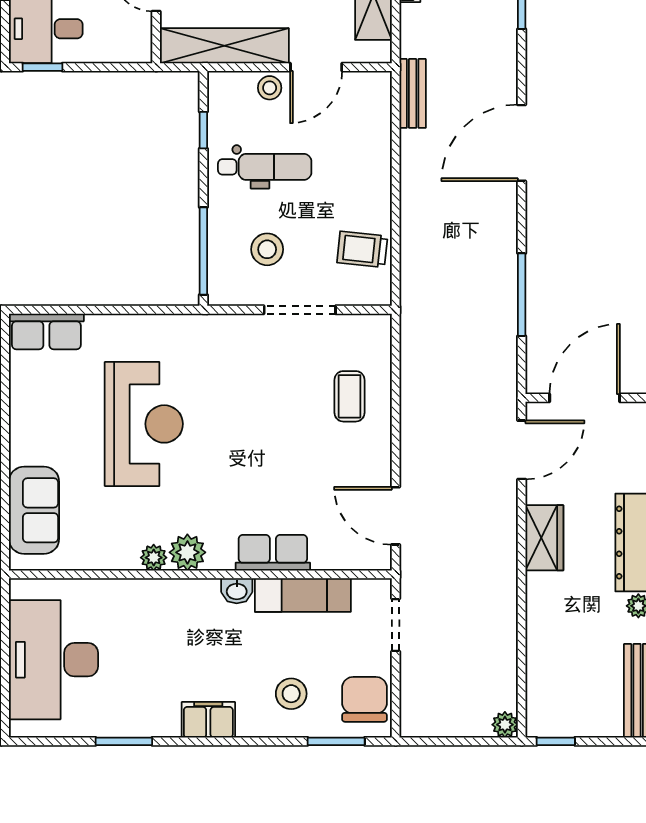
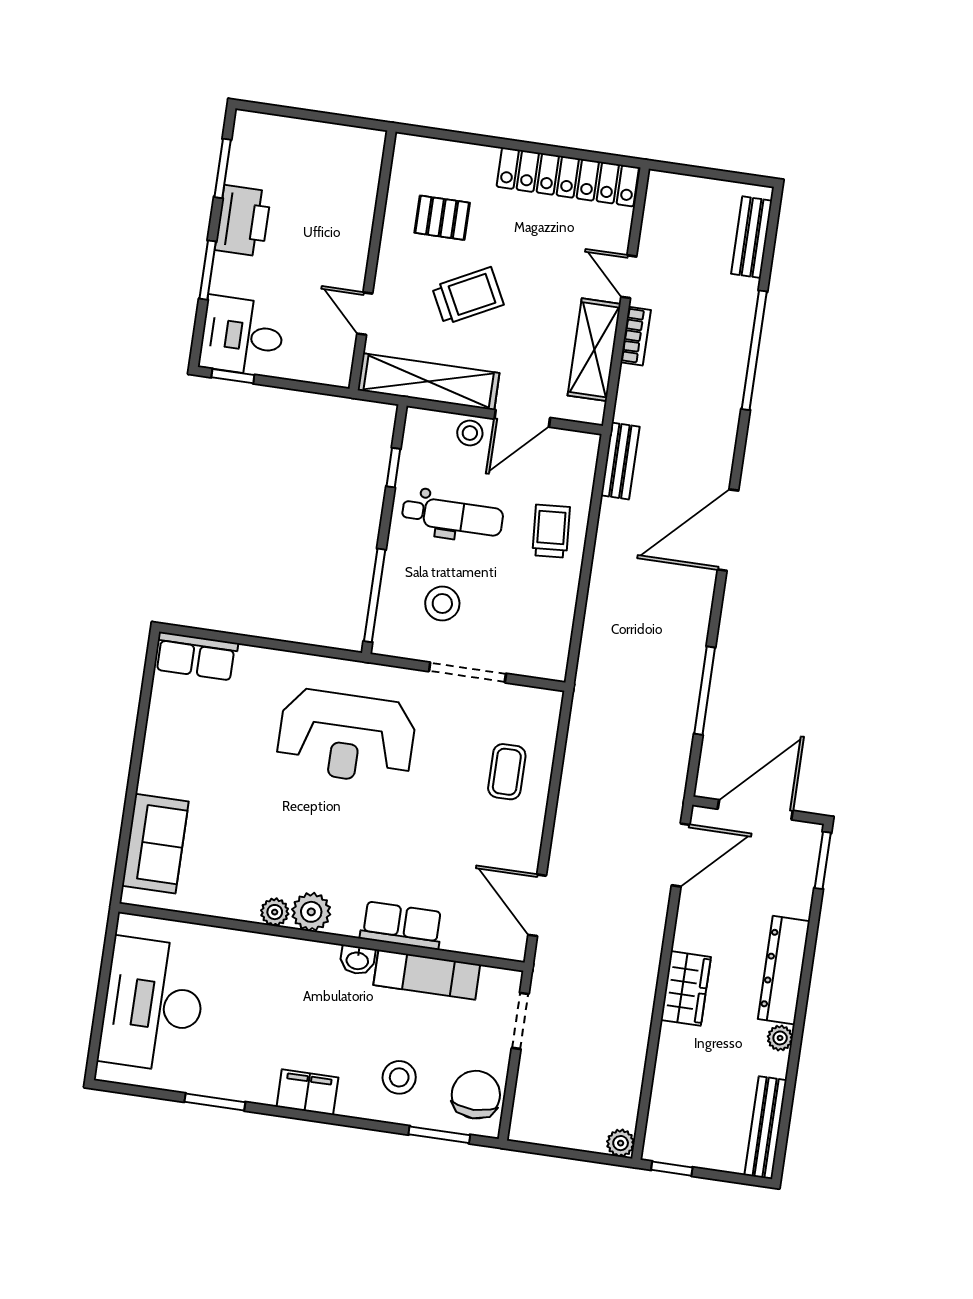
trolley: (362, 249) -> (551, 531), moved, turned 80
reception desk: (144, 424) -> (346, 737), moved, turned 90
wardrobe: (544, 538) -> (686, 988), moved

